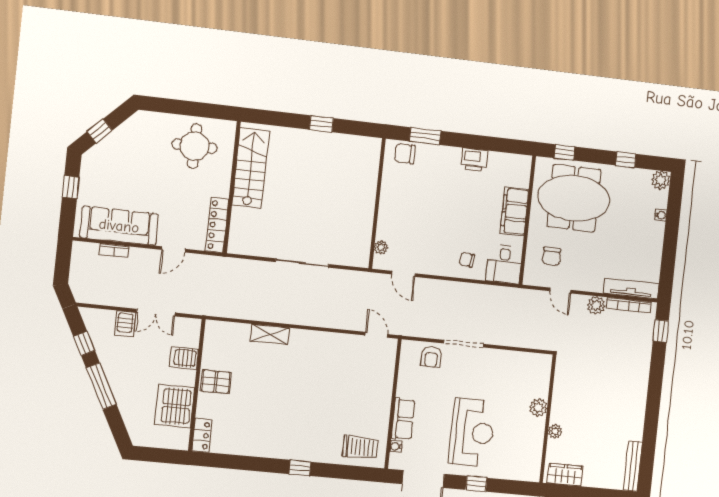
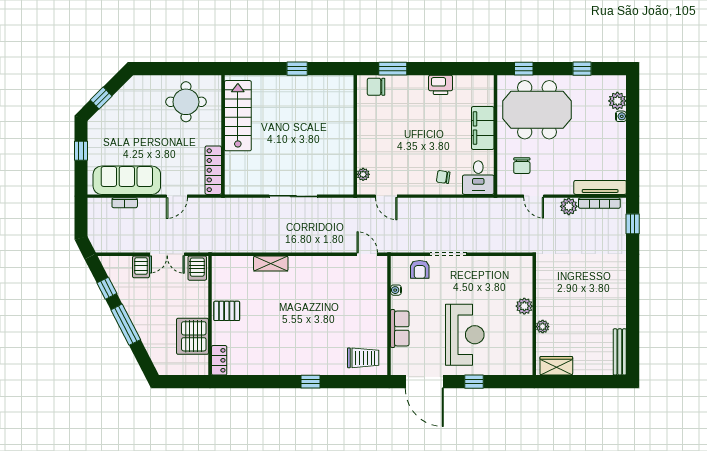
plant: (661, 180) -> (617, 101), moved
server rack: (184, 358) -> (197, 268), moved, turned -90
water cooler: (396, 446) -> (396, 290), moved

